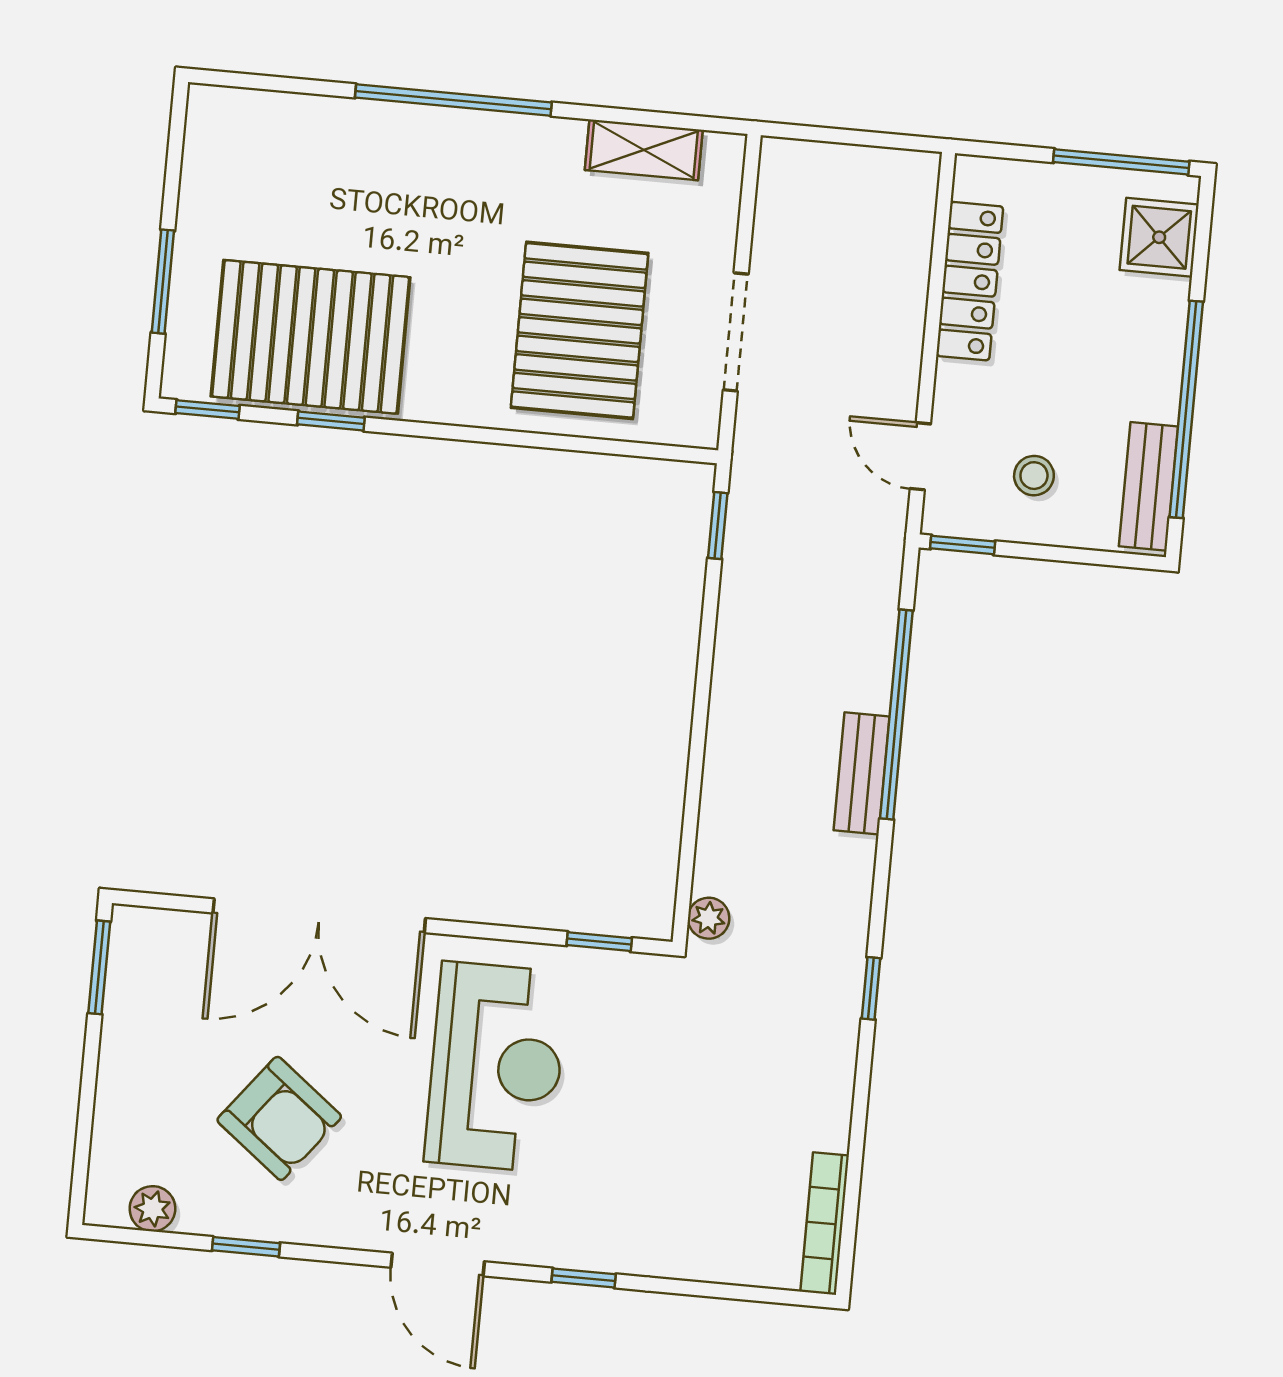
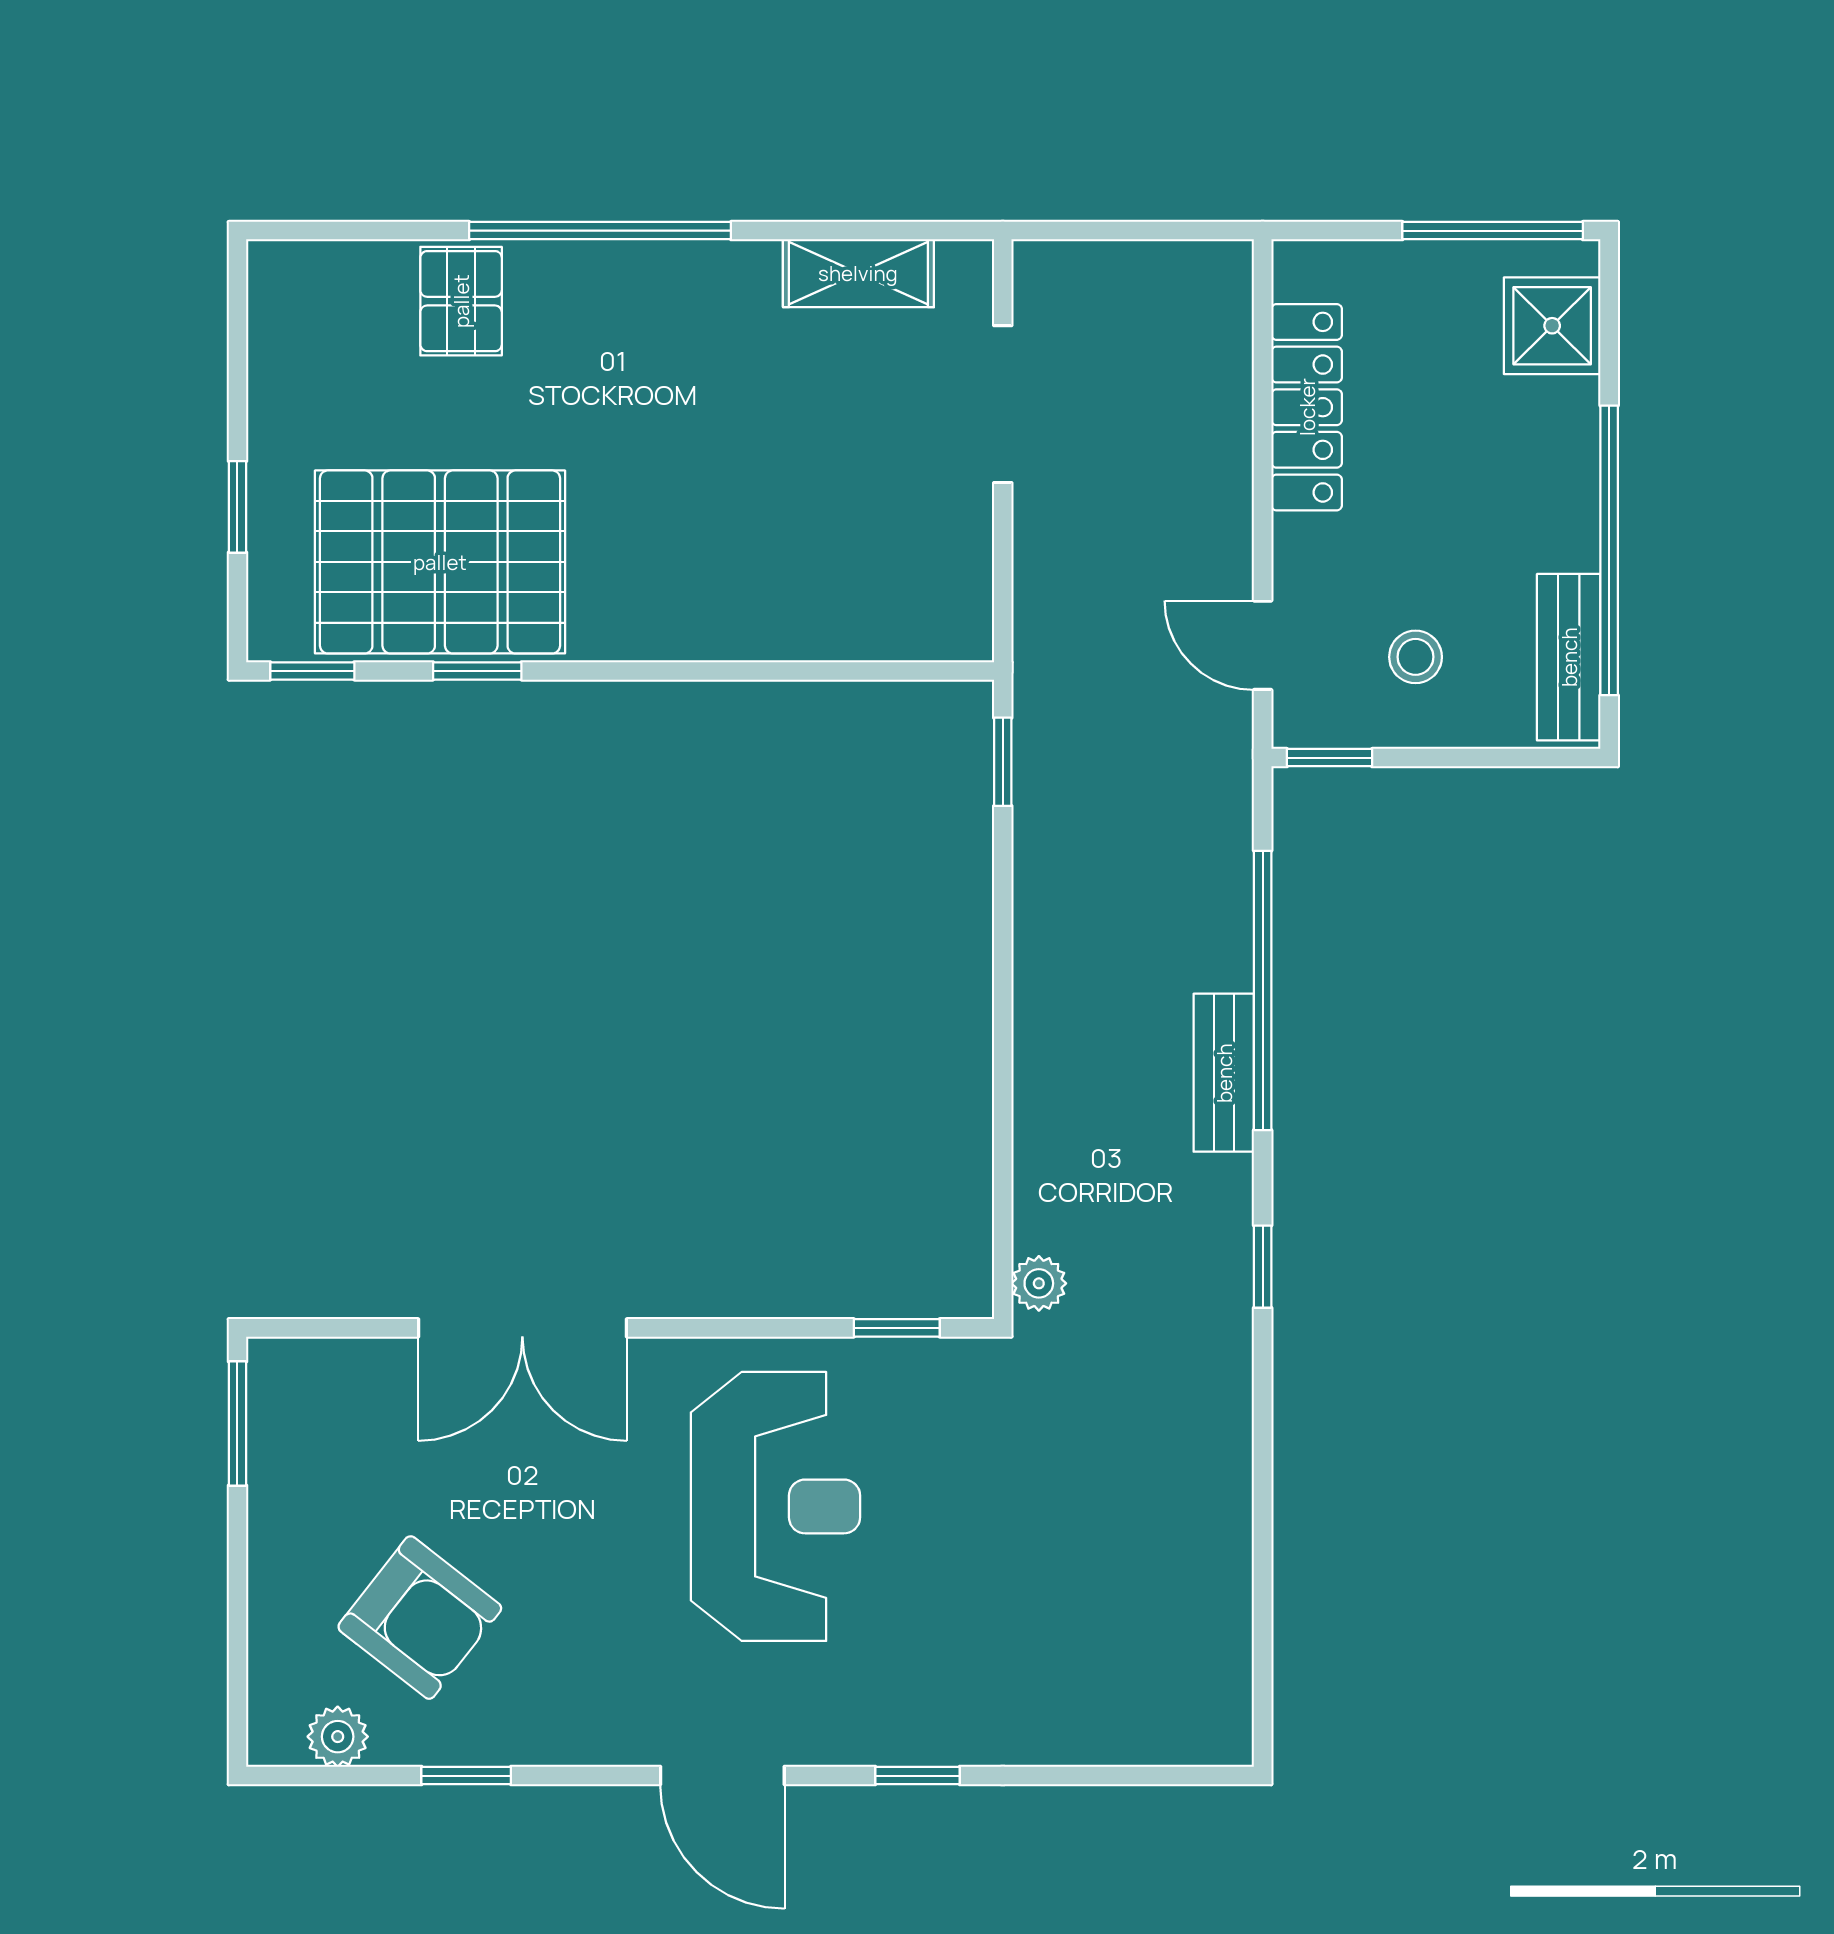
window: (163, 282) -> (237, 507), width x0.67
pallet: (580, 330) -> (461, 301), moved, width x0.49, depth x0.50
doorway: (736, 332) -> (1003, 404), moved
double door: (319, 916) -> (522, 1328), width x0.73
window: (871, 988) -> (1263, 1267), moved
armchair: (279, 1118) -> (420, 1618), moved
bookcase: (825, 1223) -> (1230, 1674), removed

